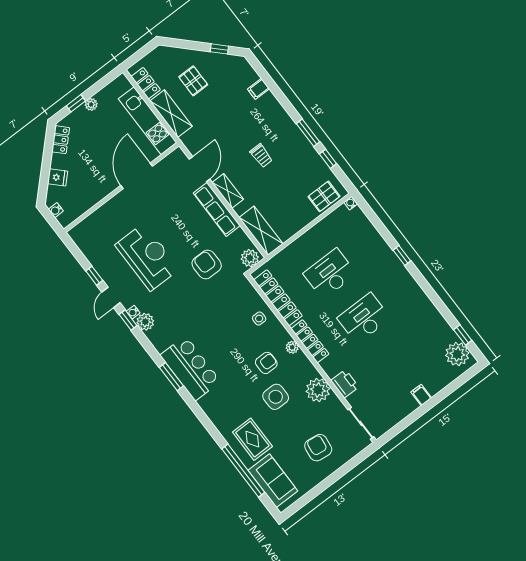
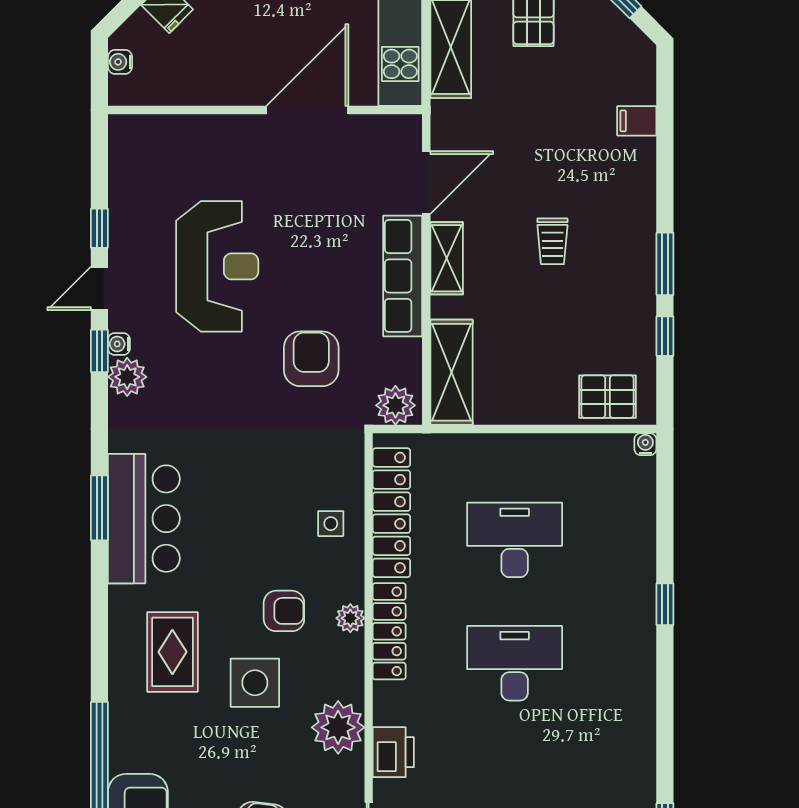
rug: (252, 439) -> (172, 652), moved

